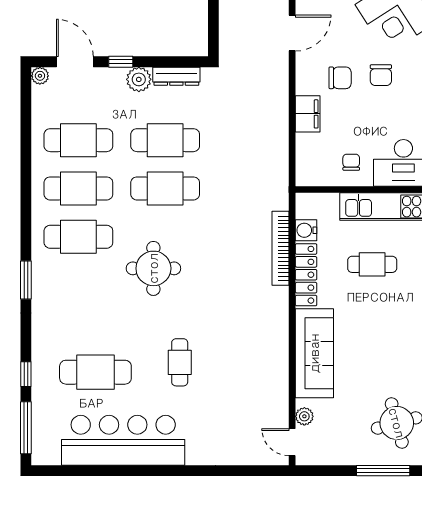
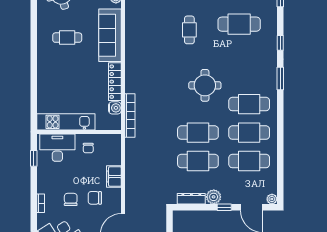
bookcase: (281, 248) -> (130, 116), moved
cafe table: (372, 264) -> (67, 38), moved
window: (26, 374) -> (280, 43), moved

